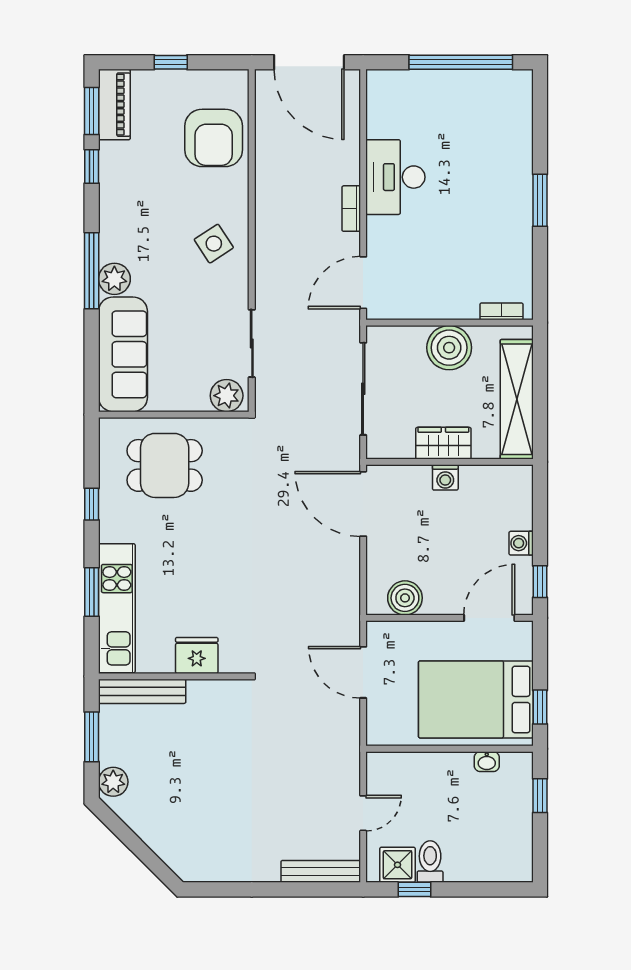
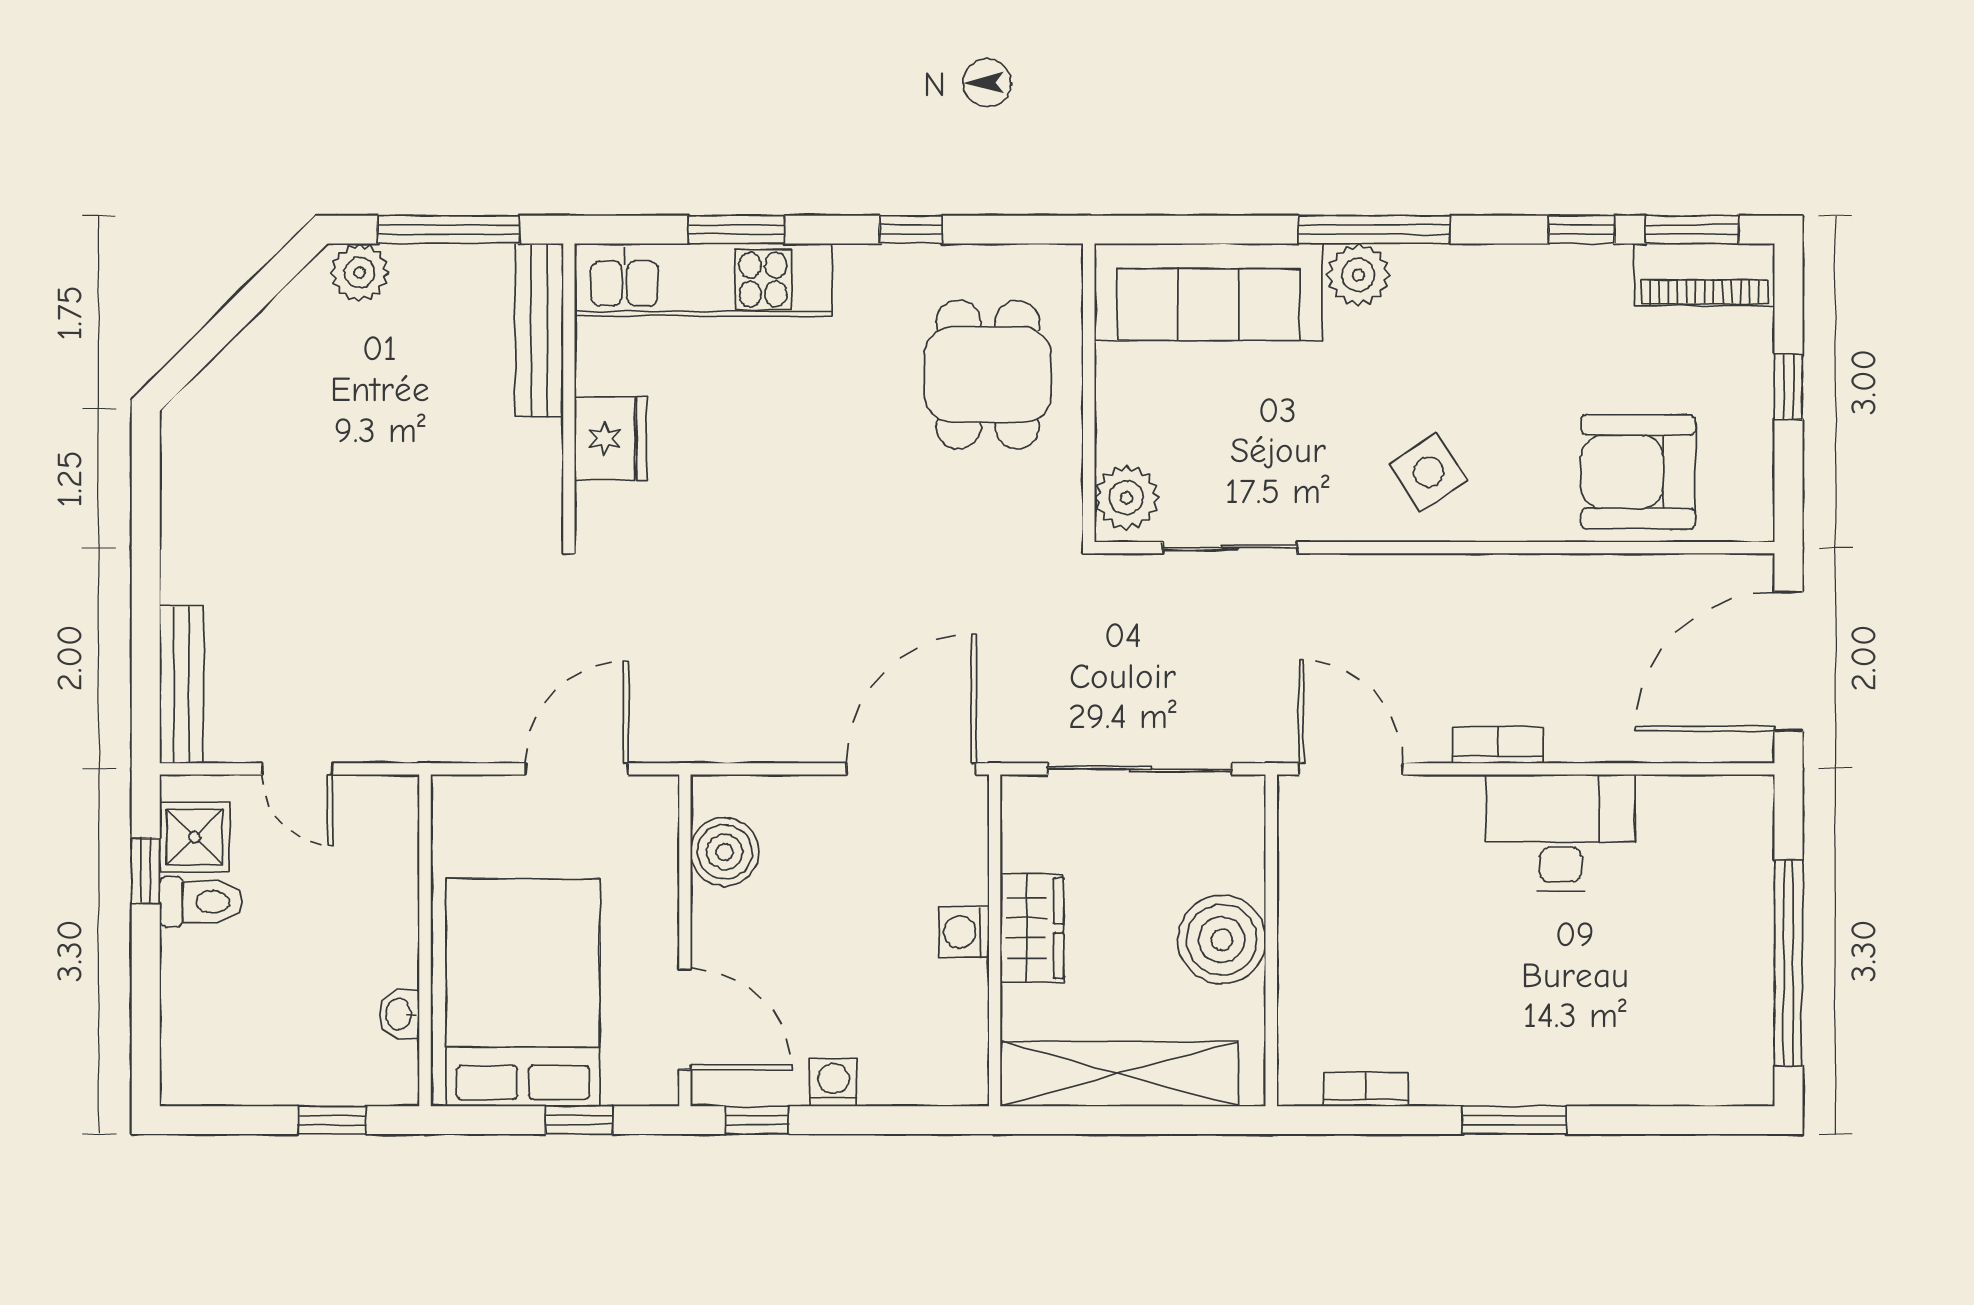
bookcase: (501, 311) -> (1366, 1089), moved, turned -90
window: (540, 707) -> (579, 1120), moved
window: (92, 737) -> (449, 230), width x1.44

